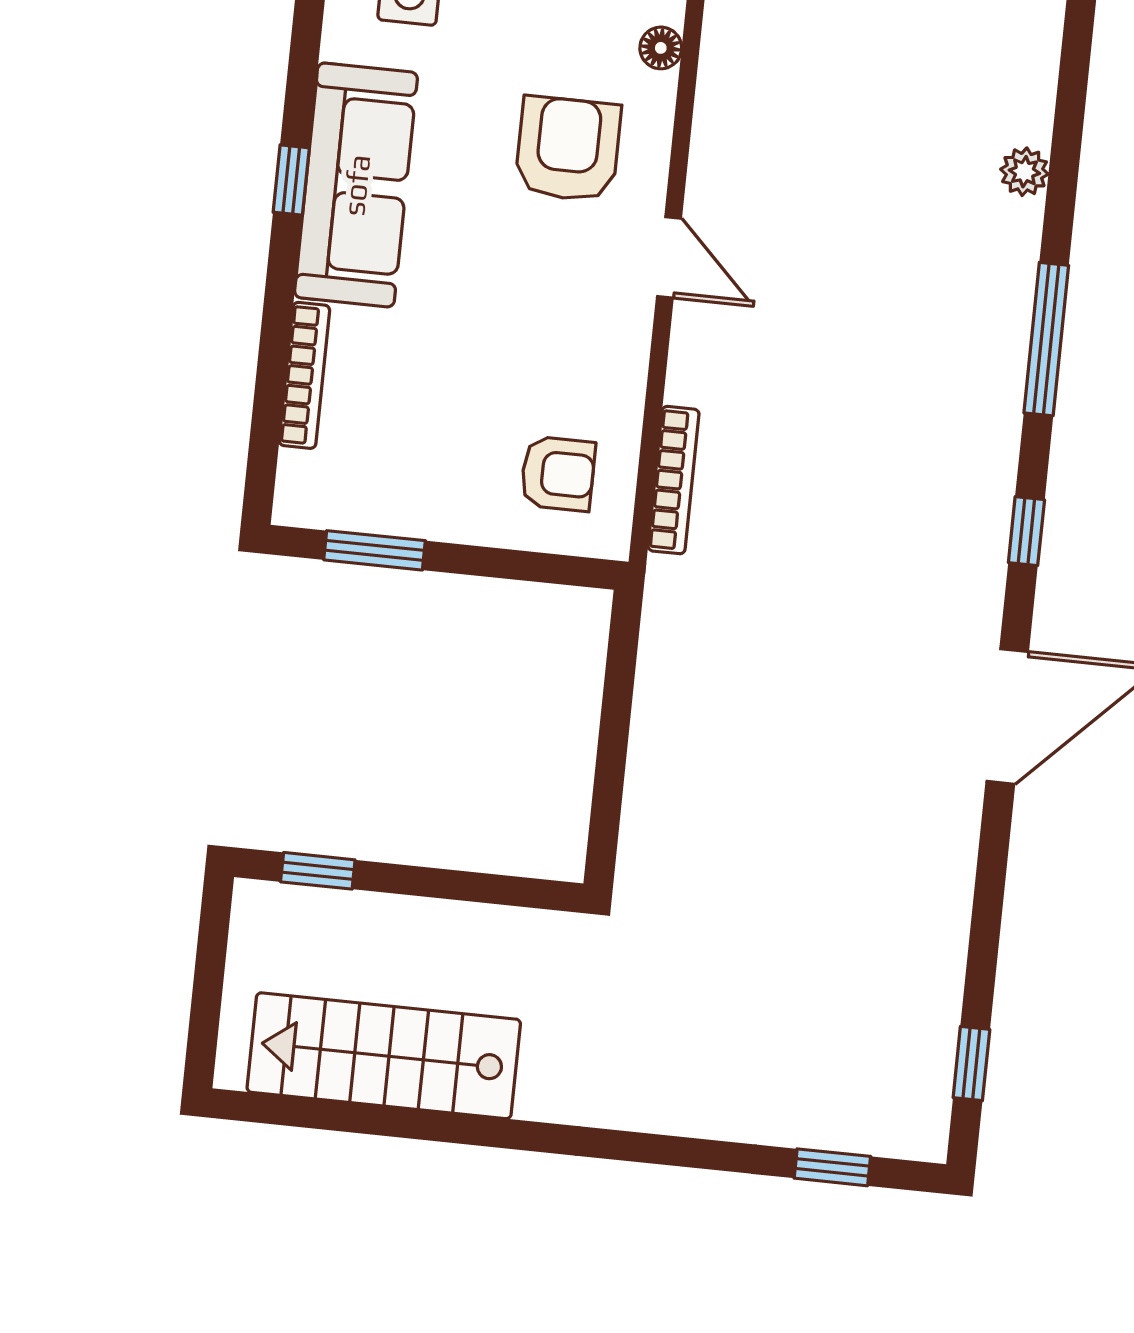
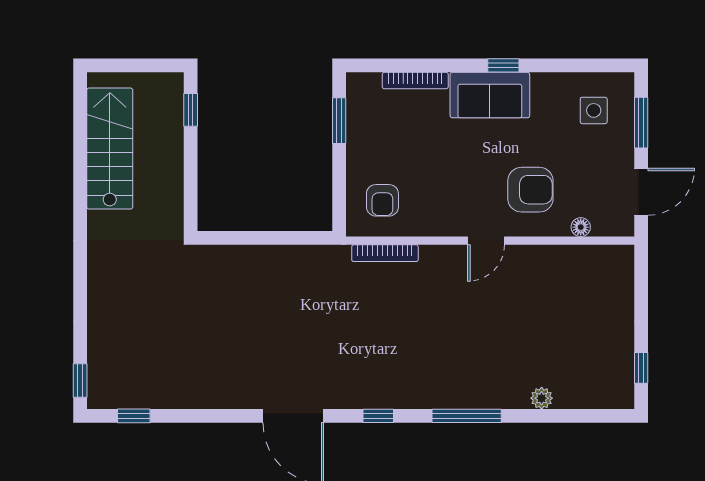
sofa: (356, 185) -> (490, 95), width x0.73
window: (832, 1167) -> (80, 380), moved

